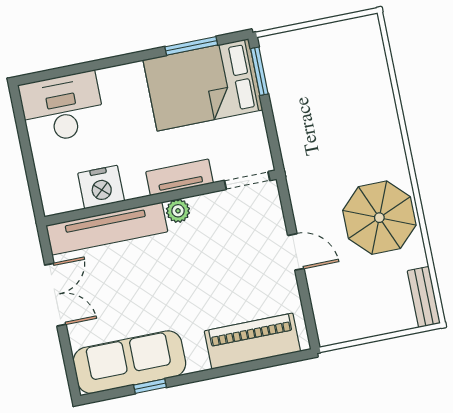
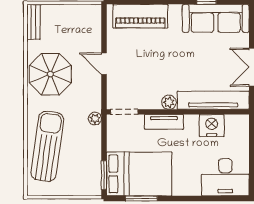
sun lounger: (361, 100) -> (47, 146), added
plant: (292, 160) -> (95, 119), added

